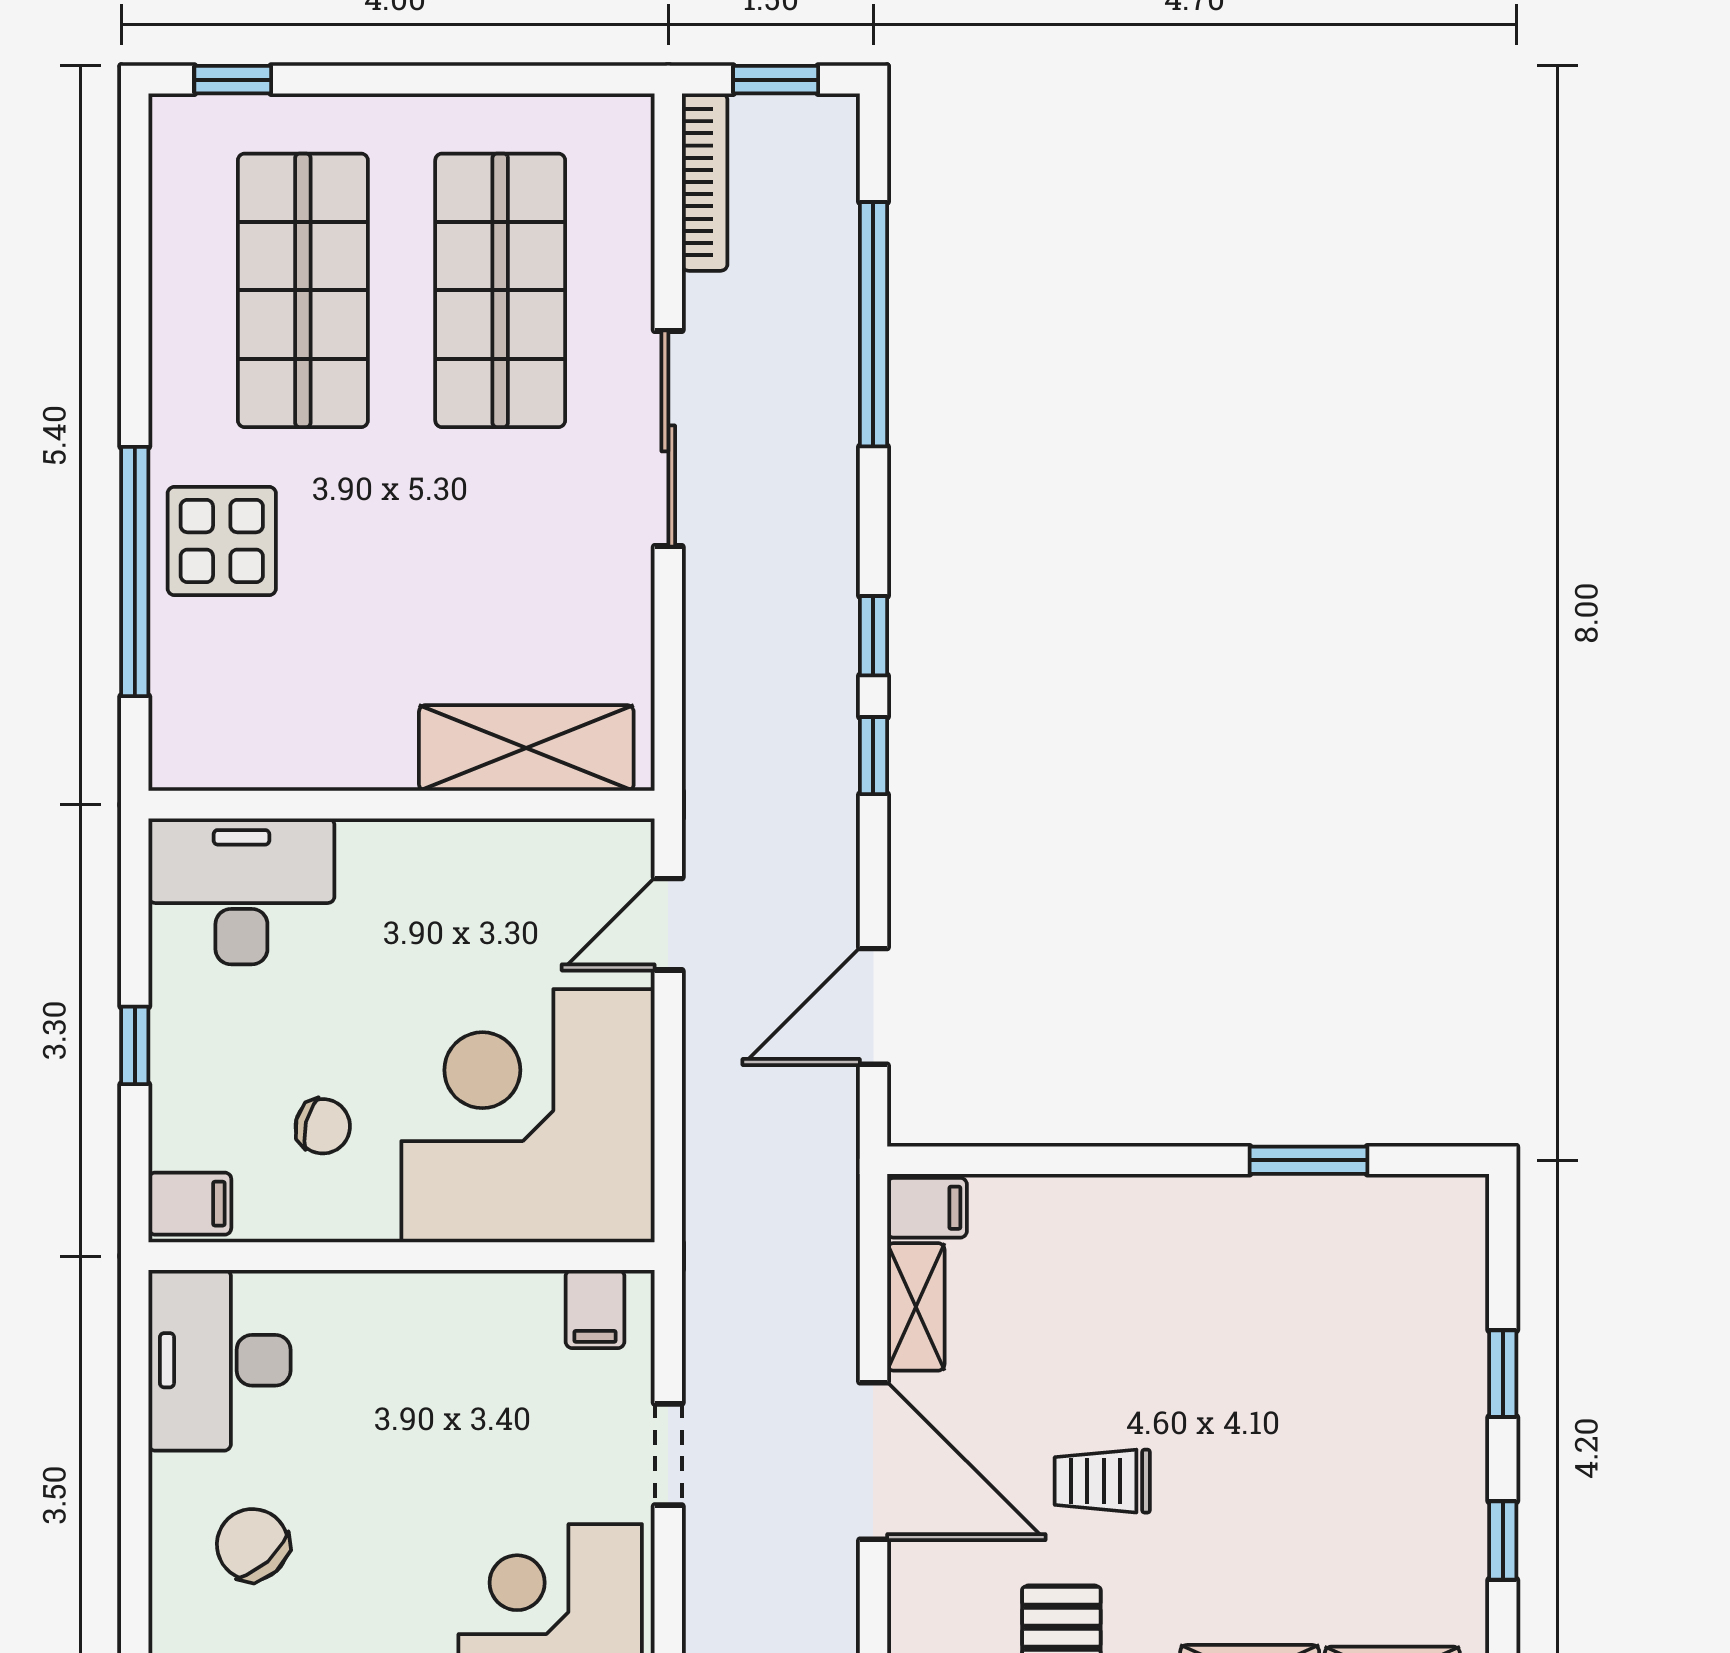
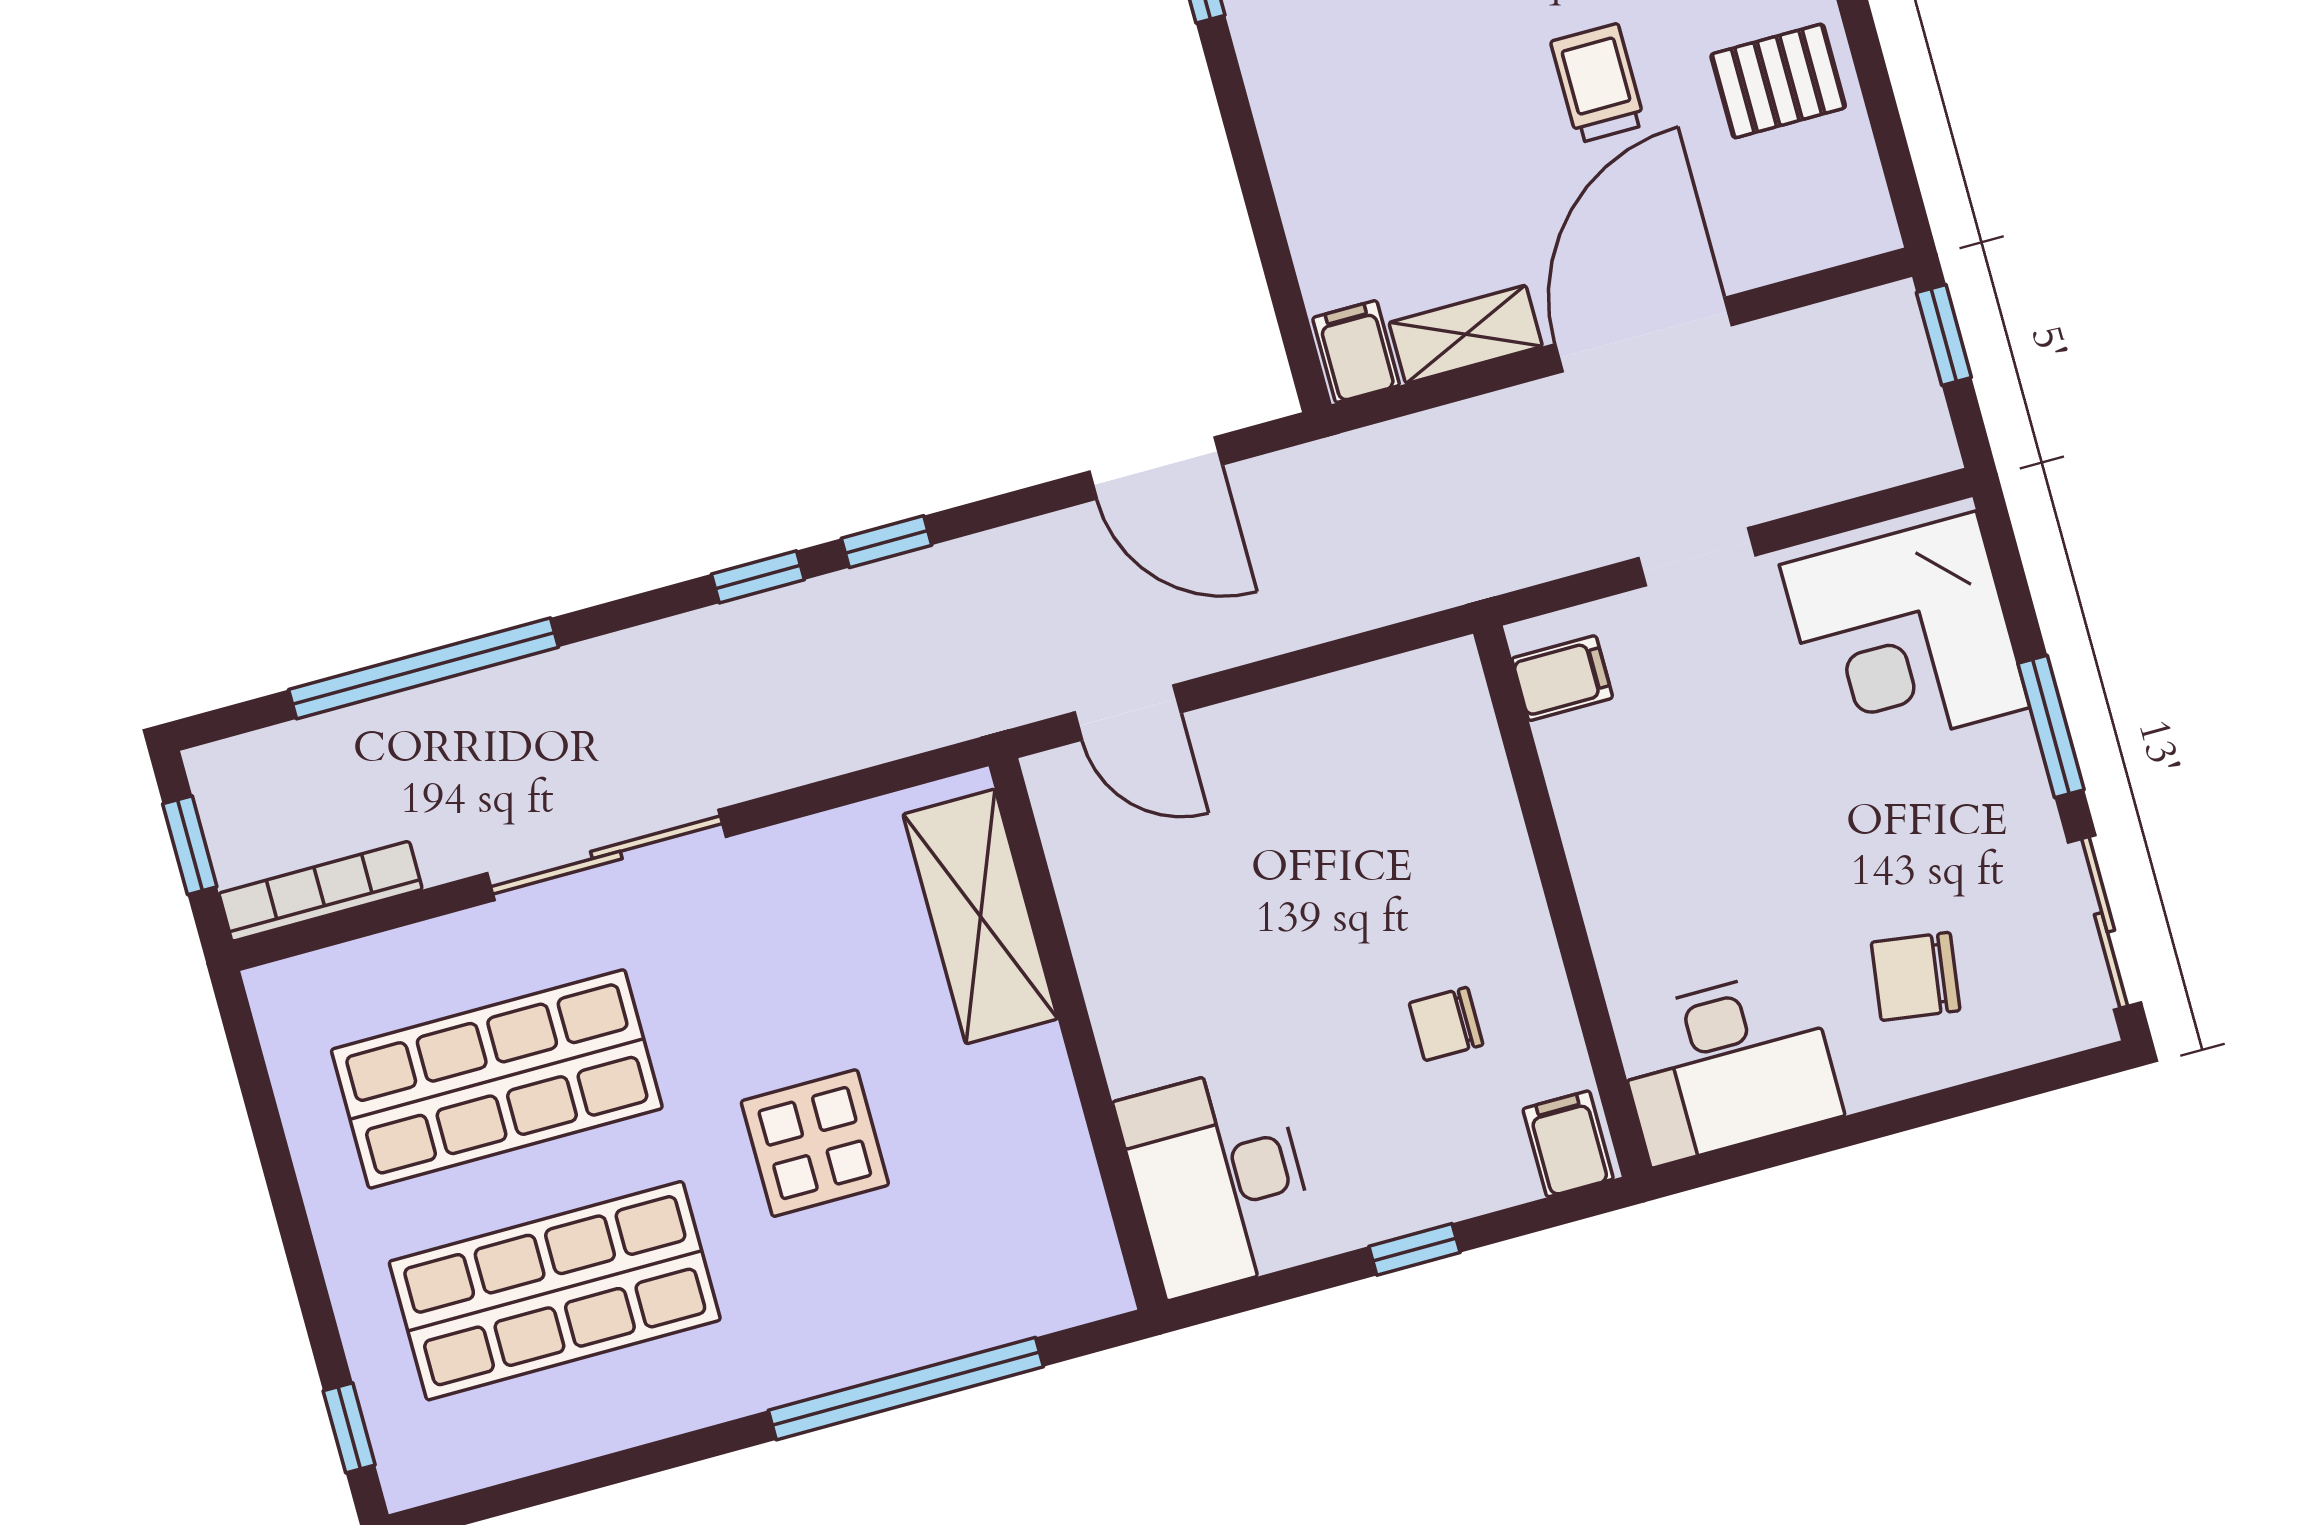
display table: (222, 541) -> (815, 1143), moved
corner desk: (528, 1116) -> (1375, 807), removed
chair: (323, 1126) -> (1446, 1024), turned -104
trolley: (1102, 1481) -> (1598, 83), turned 180
chair: (253, 1545) -> (1916, 976), turned 50

